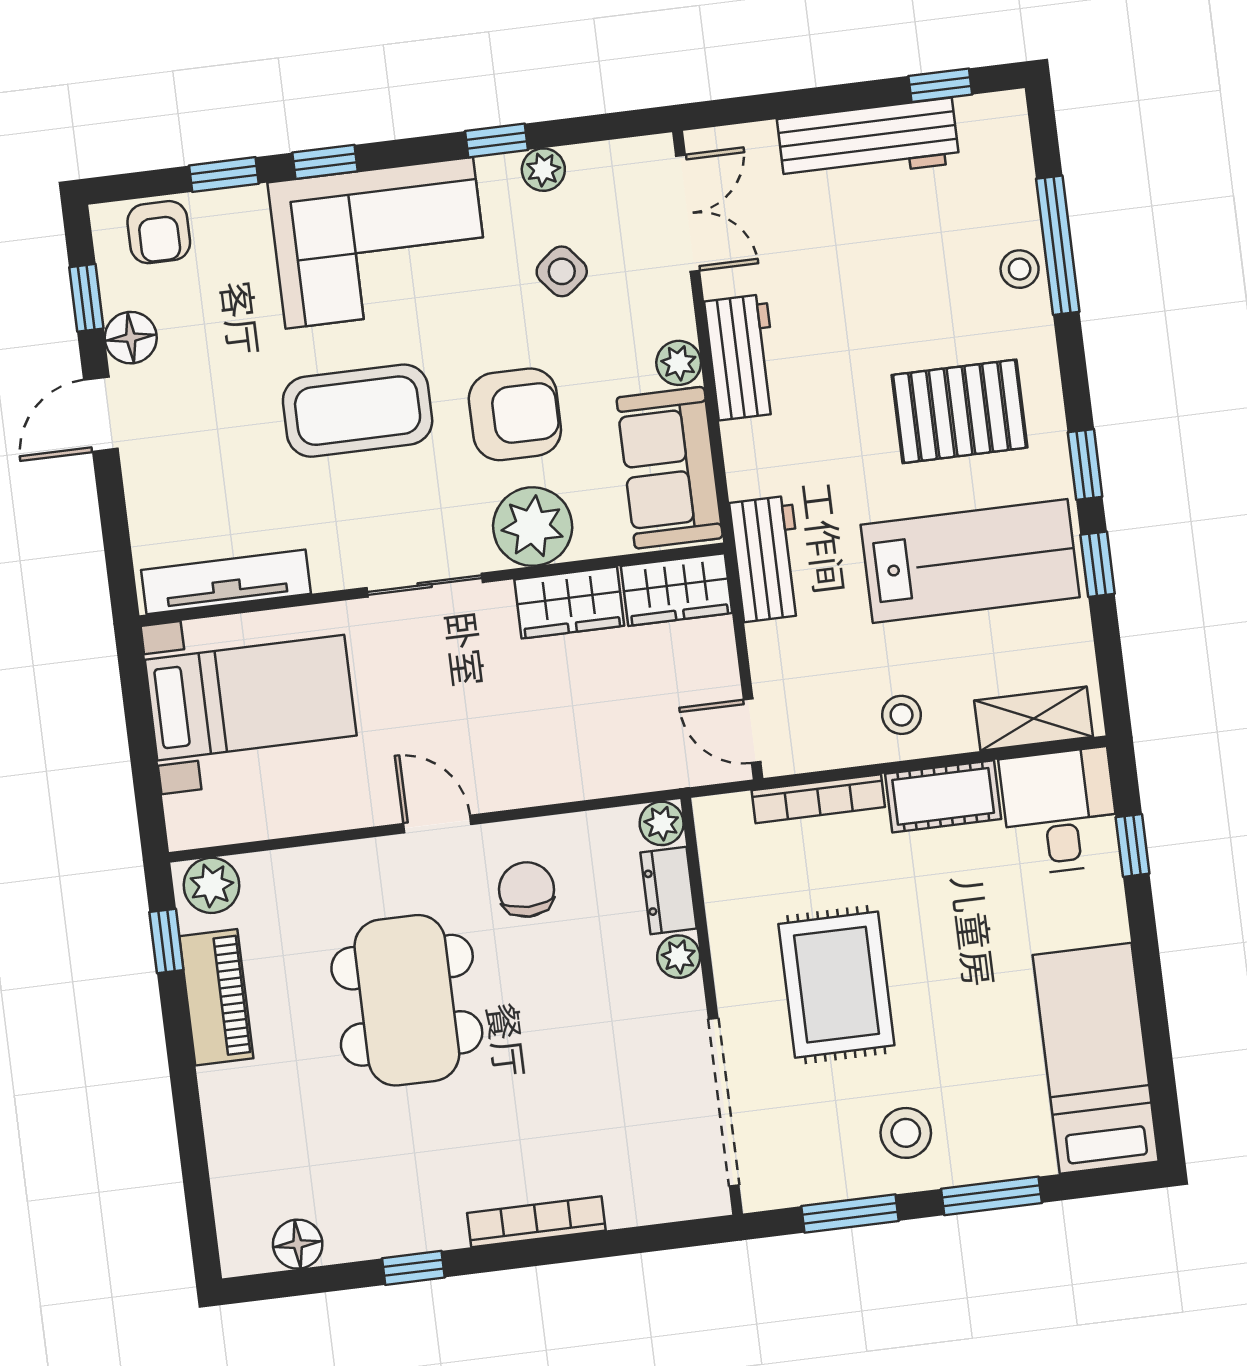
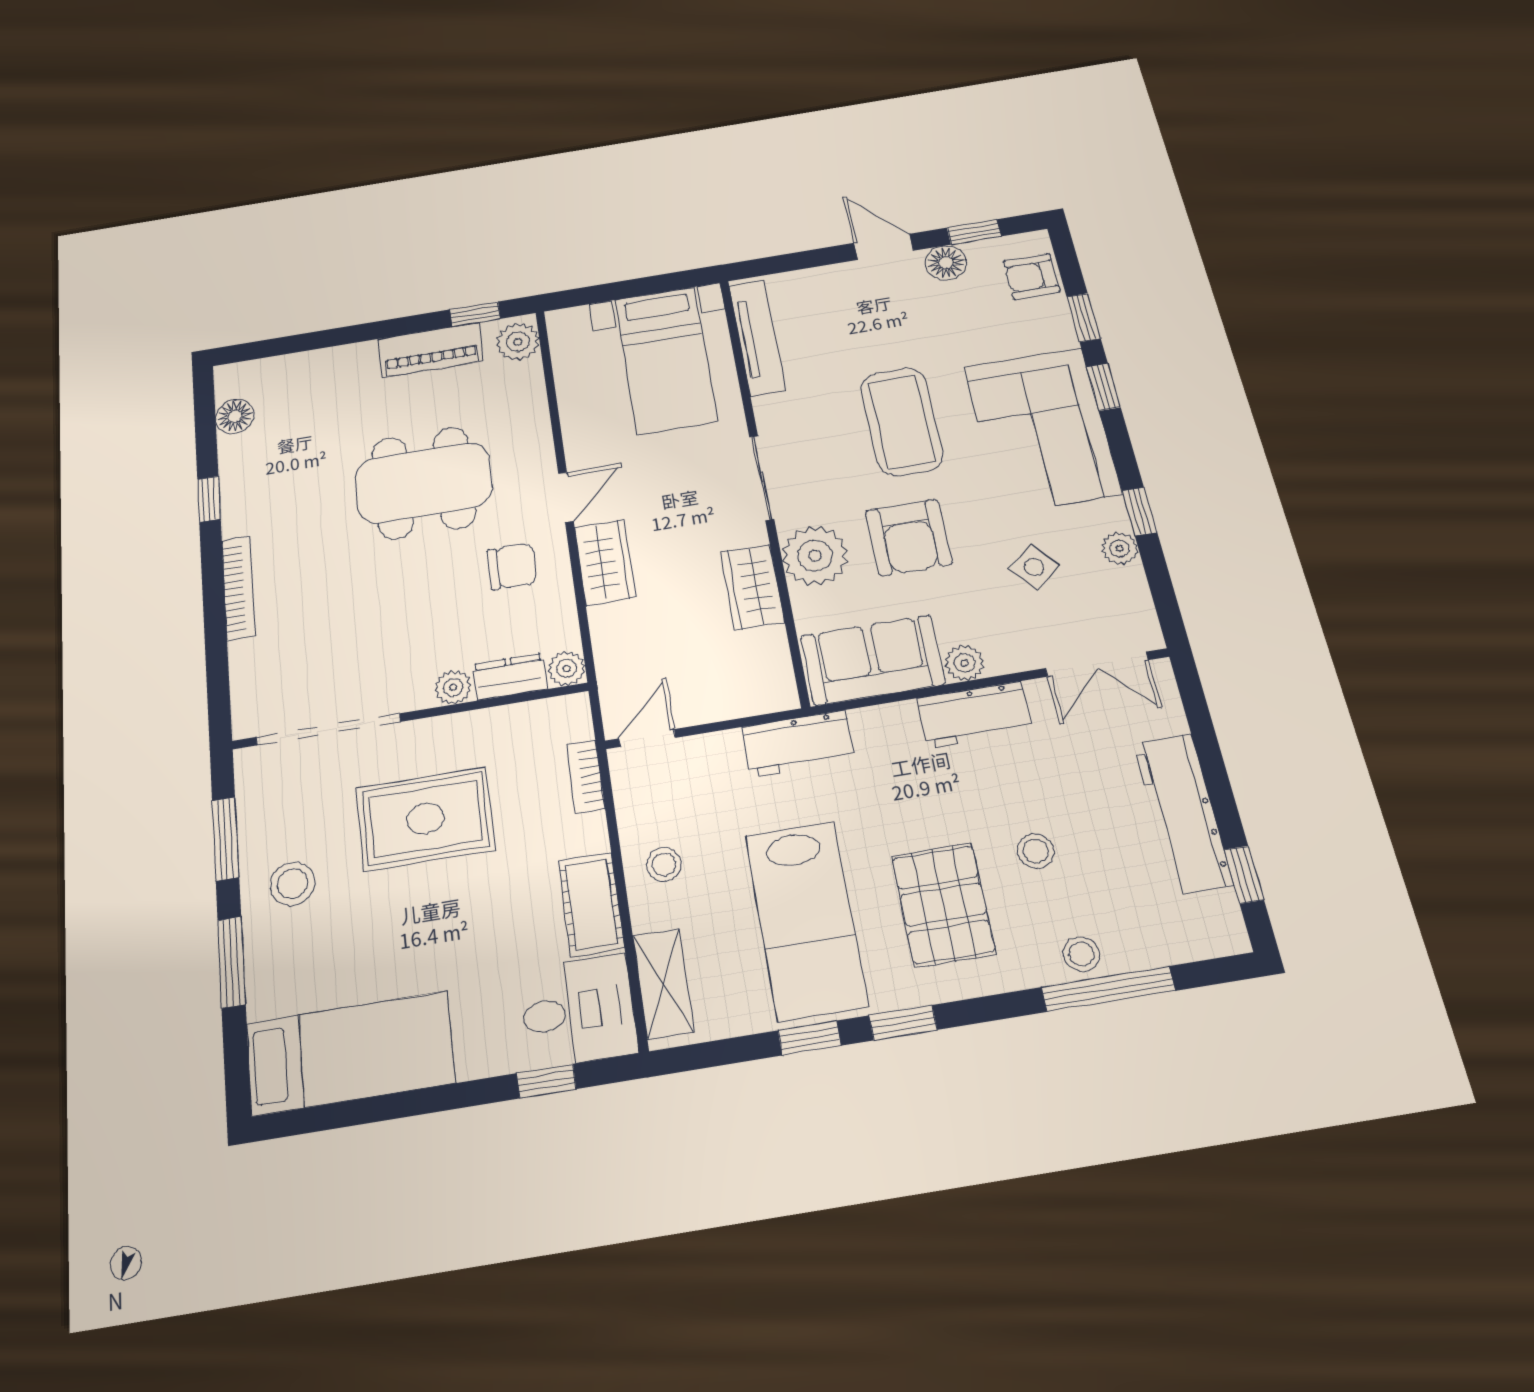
stool: (904, 305) -> (1036, 851), added
wardrobe: (677, 590) -> (605, 562), moved, turned 180
bookcase: (818, 799) -> (586, 776), width x0.64

